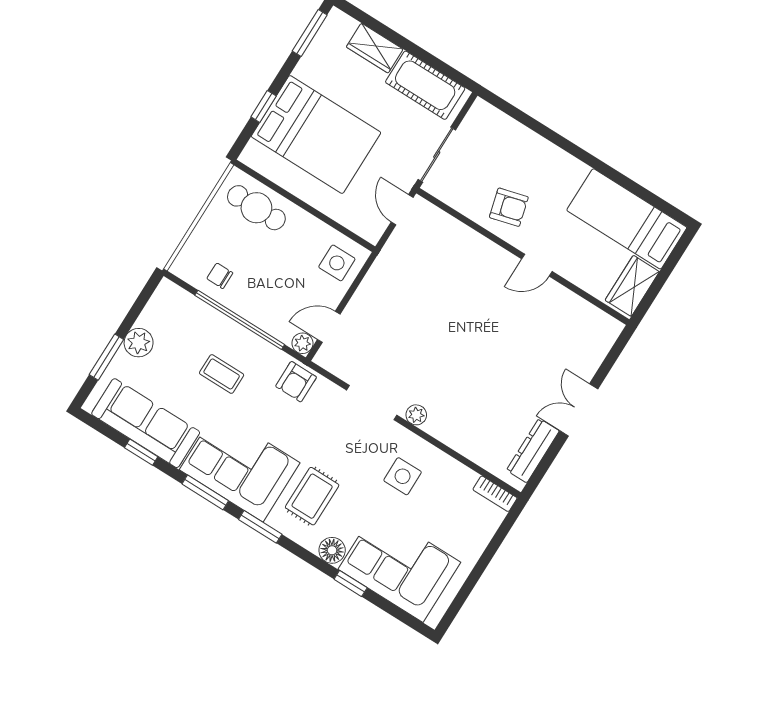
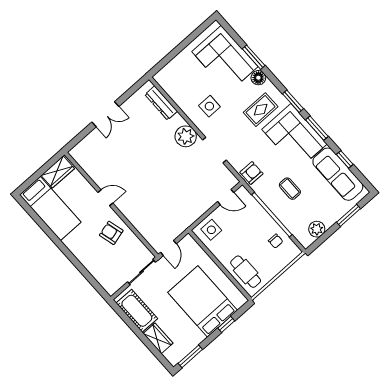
plant: (139, 343) -> (317, 229), moved
plant: (302, 343) -> (242, 192), removed
plant: (416, 415) -> (186, 136), width x1.87, depth x1.87
dresser: (533, 451) -> (161, 103), moved, turned 90
bookcase: (495, 494) -> (163, 83), removed
window: (351, 584) -> (254, 57), width x1.50

